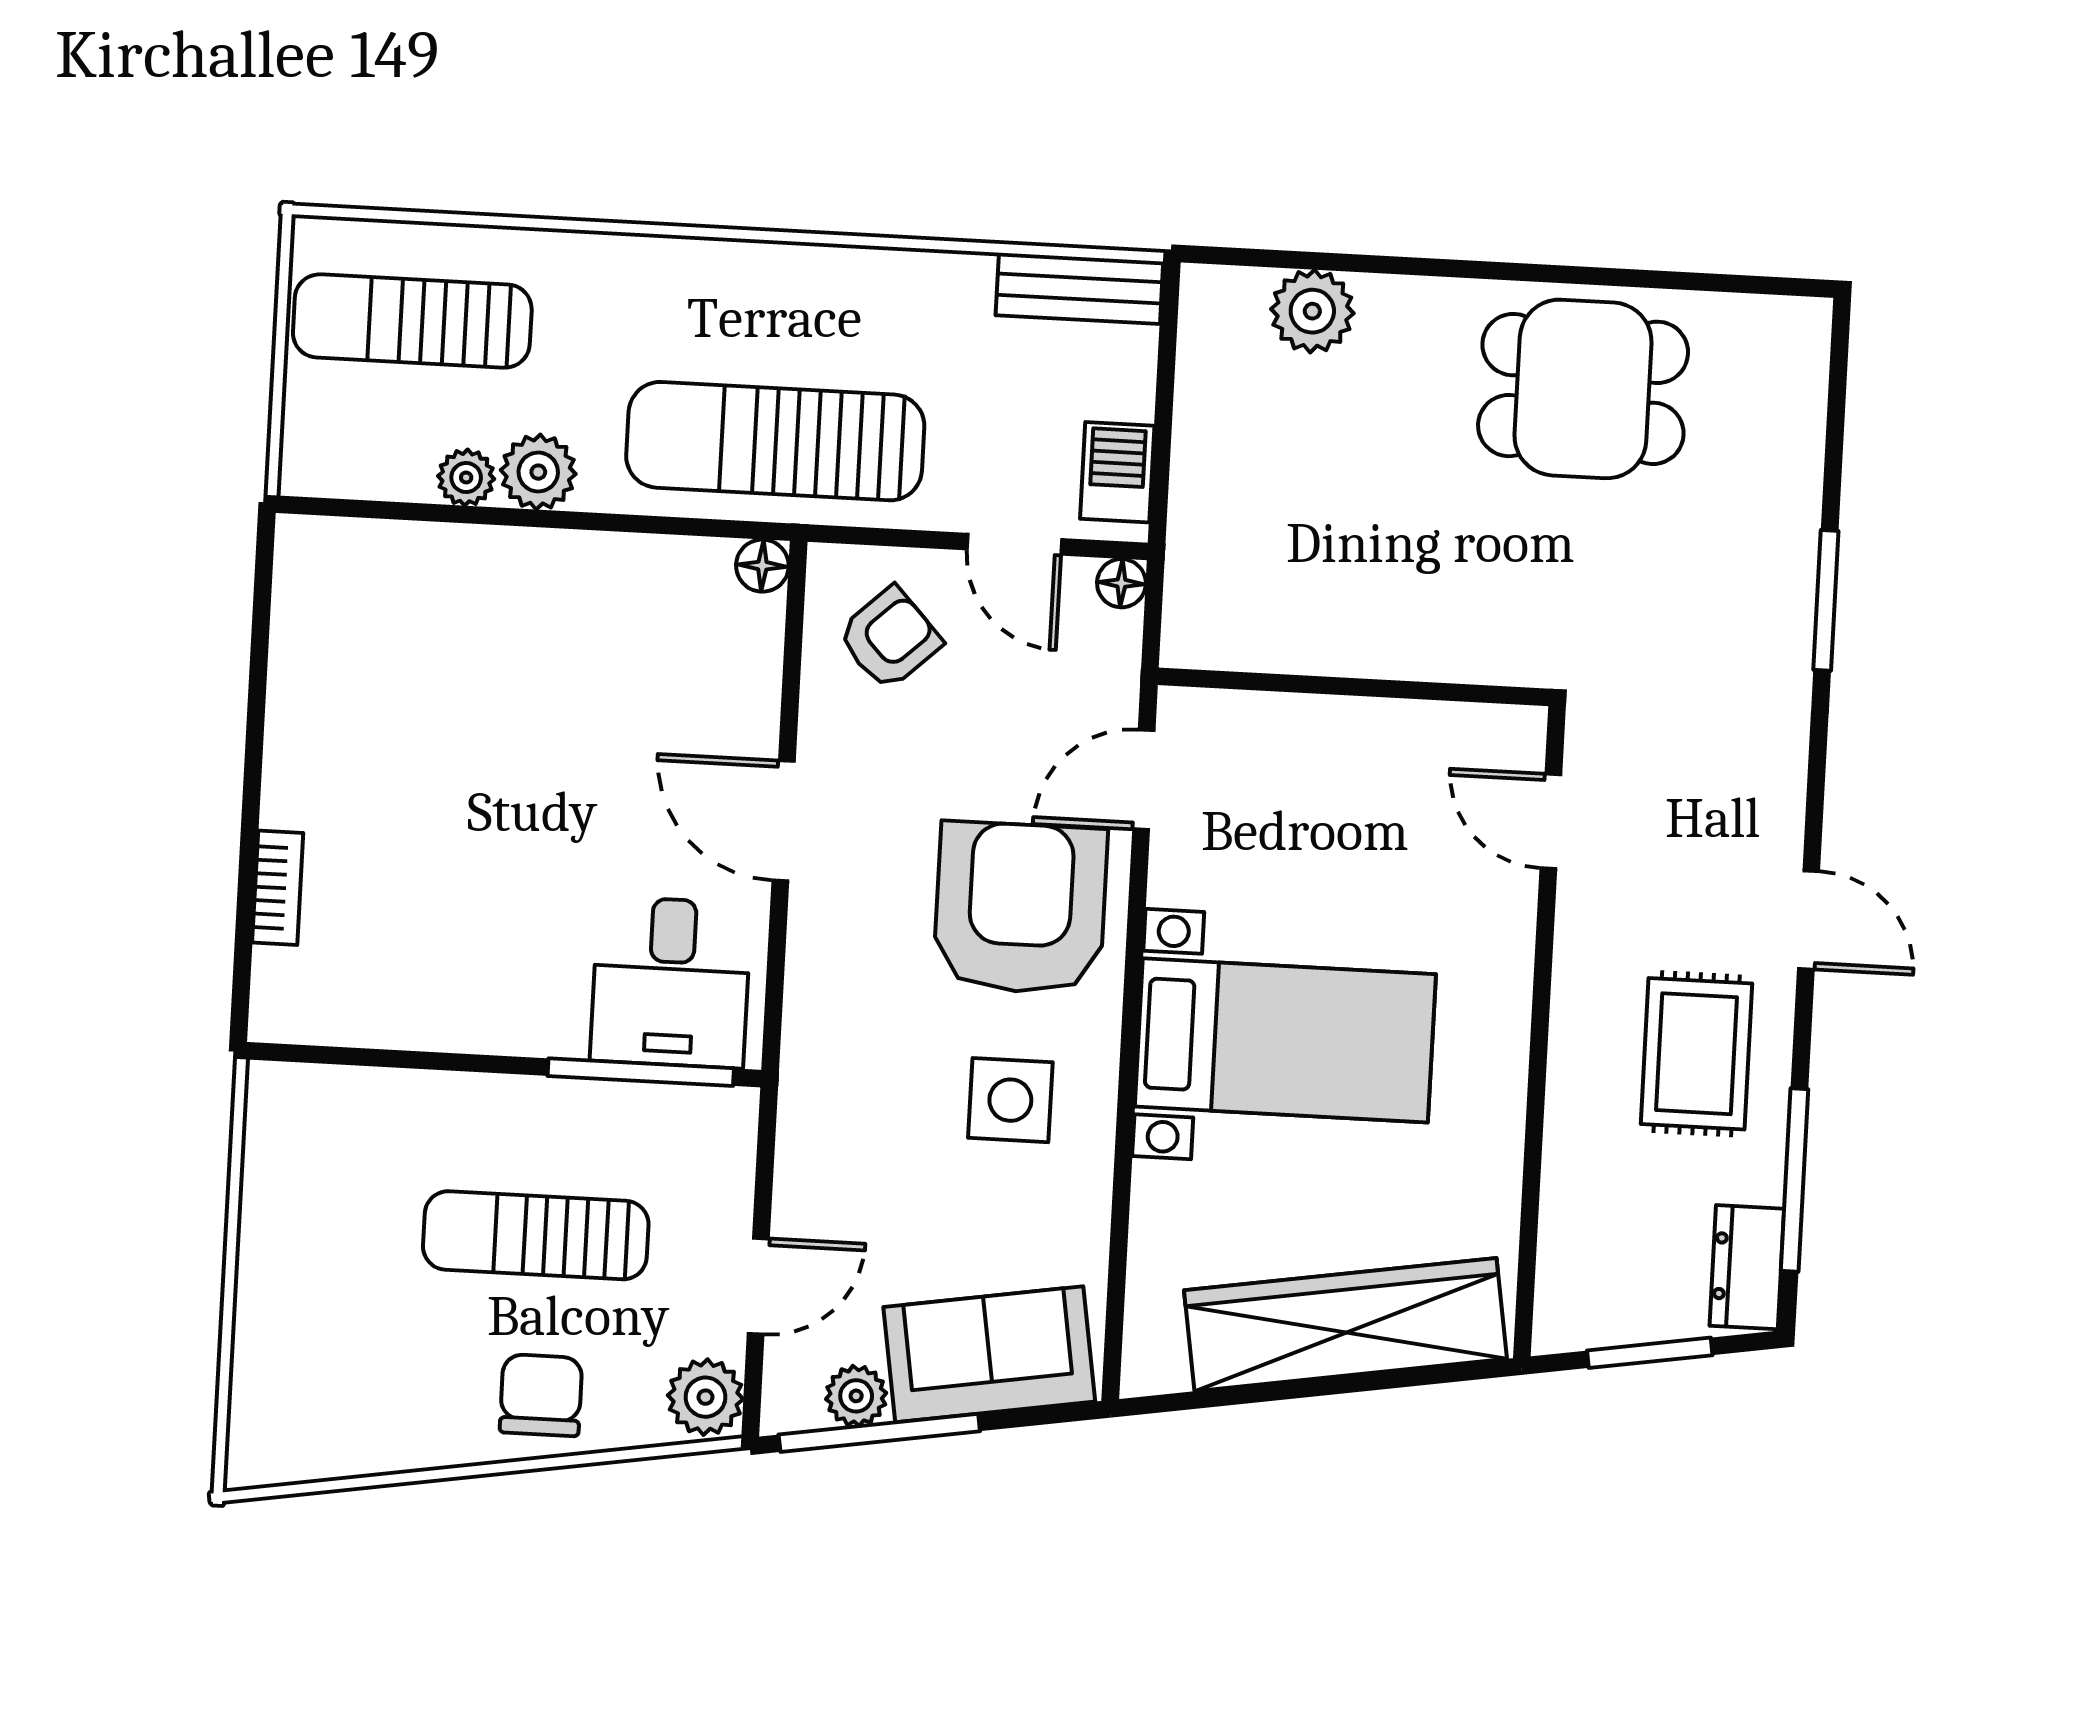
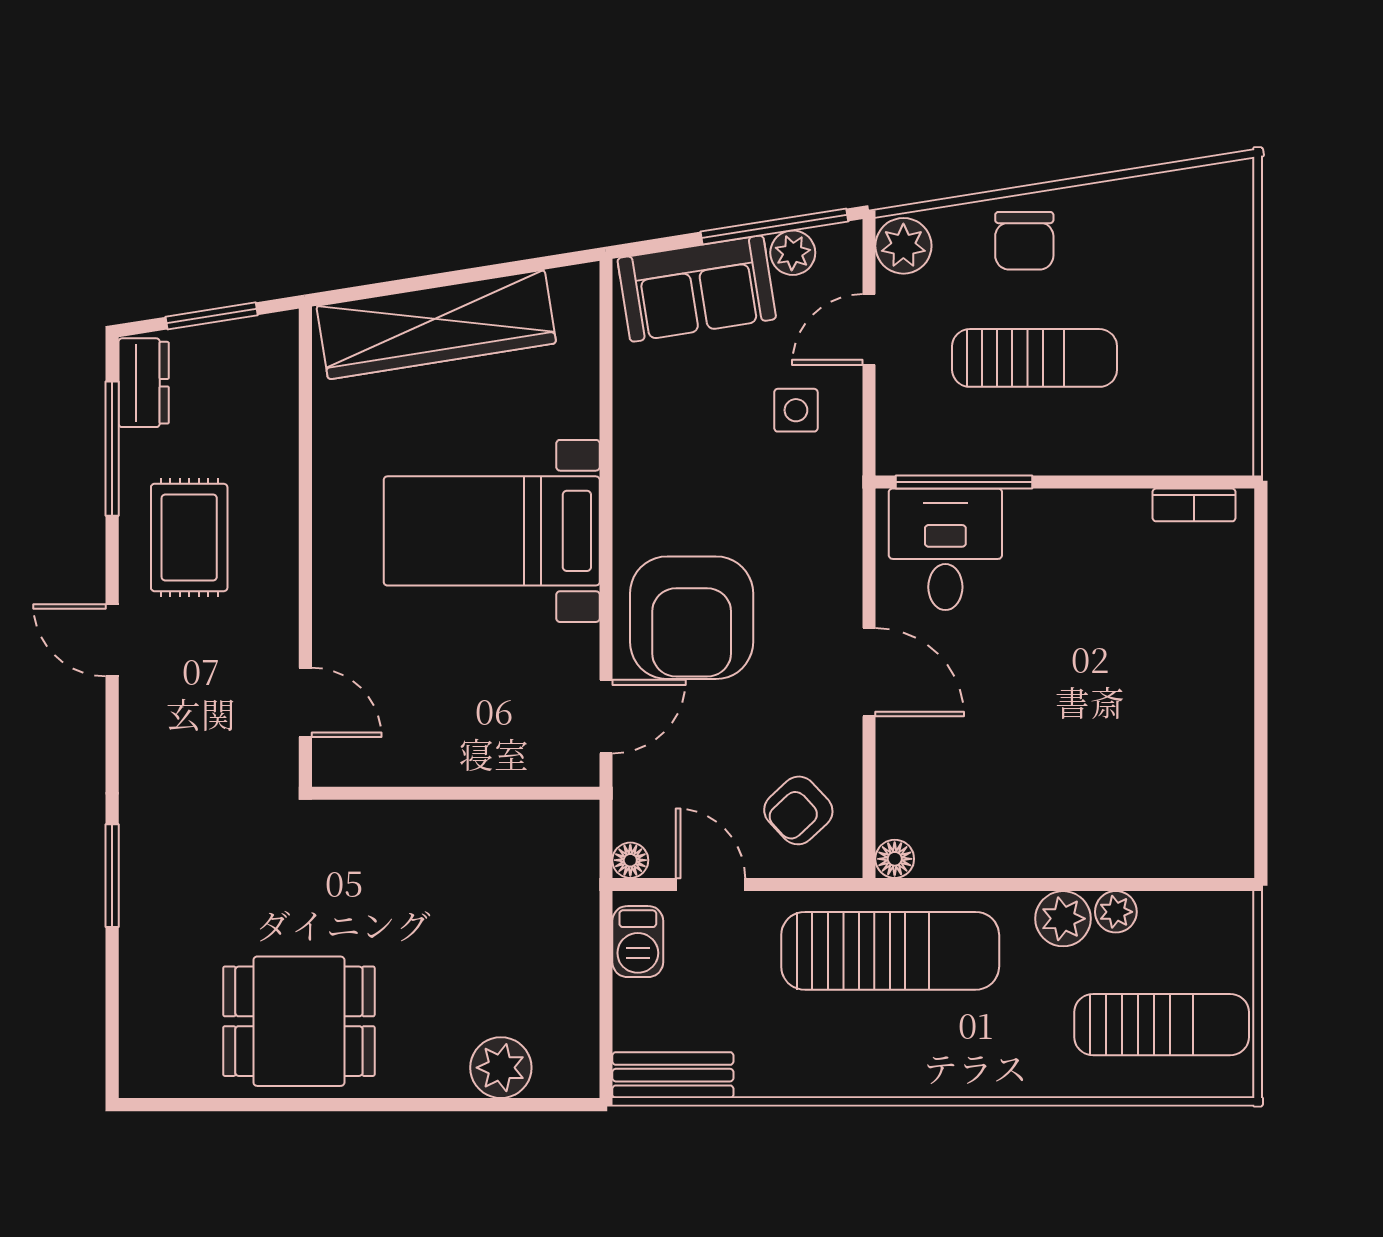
bookcase: (278, 888) -> (1194, 505), moved, turned -90
side table: (1010, 1100) -> (796, 410), moved, width x0.73, depth x0.73

